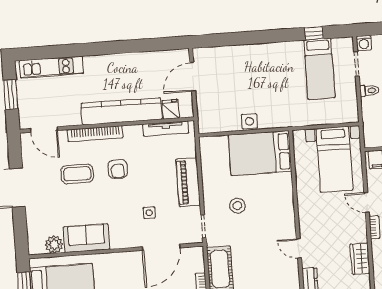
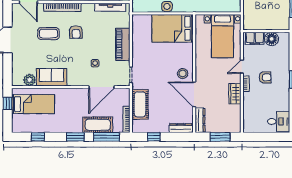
door: (366, 202) -> (242, 67), hinge flipped
stool: (237, 206) -> (183, 73), moved
door: (299, 248) -> (194, 94), width x1.88
wardrobe: (360, 259) -> (235, 94), moved

